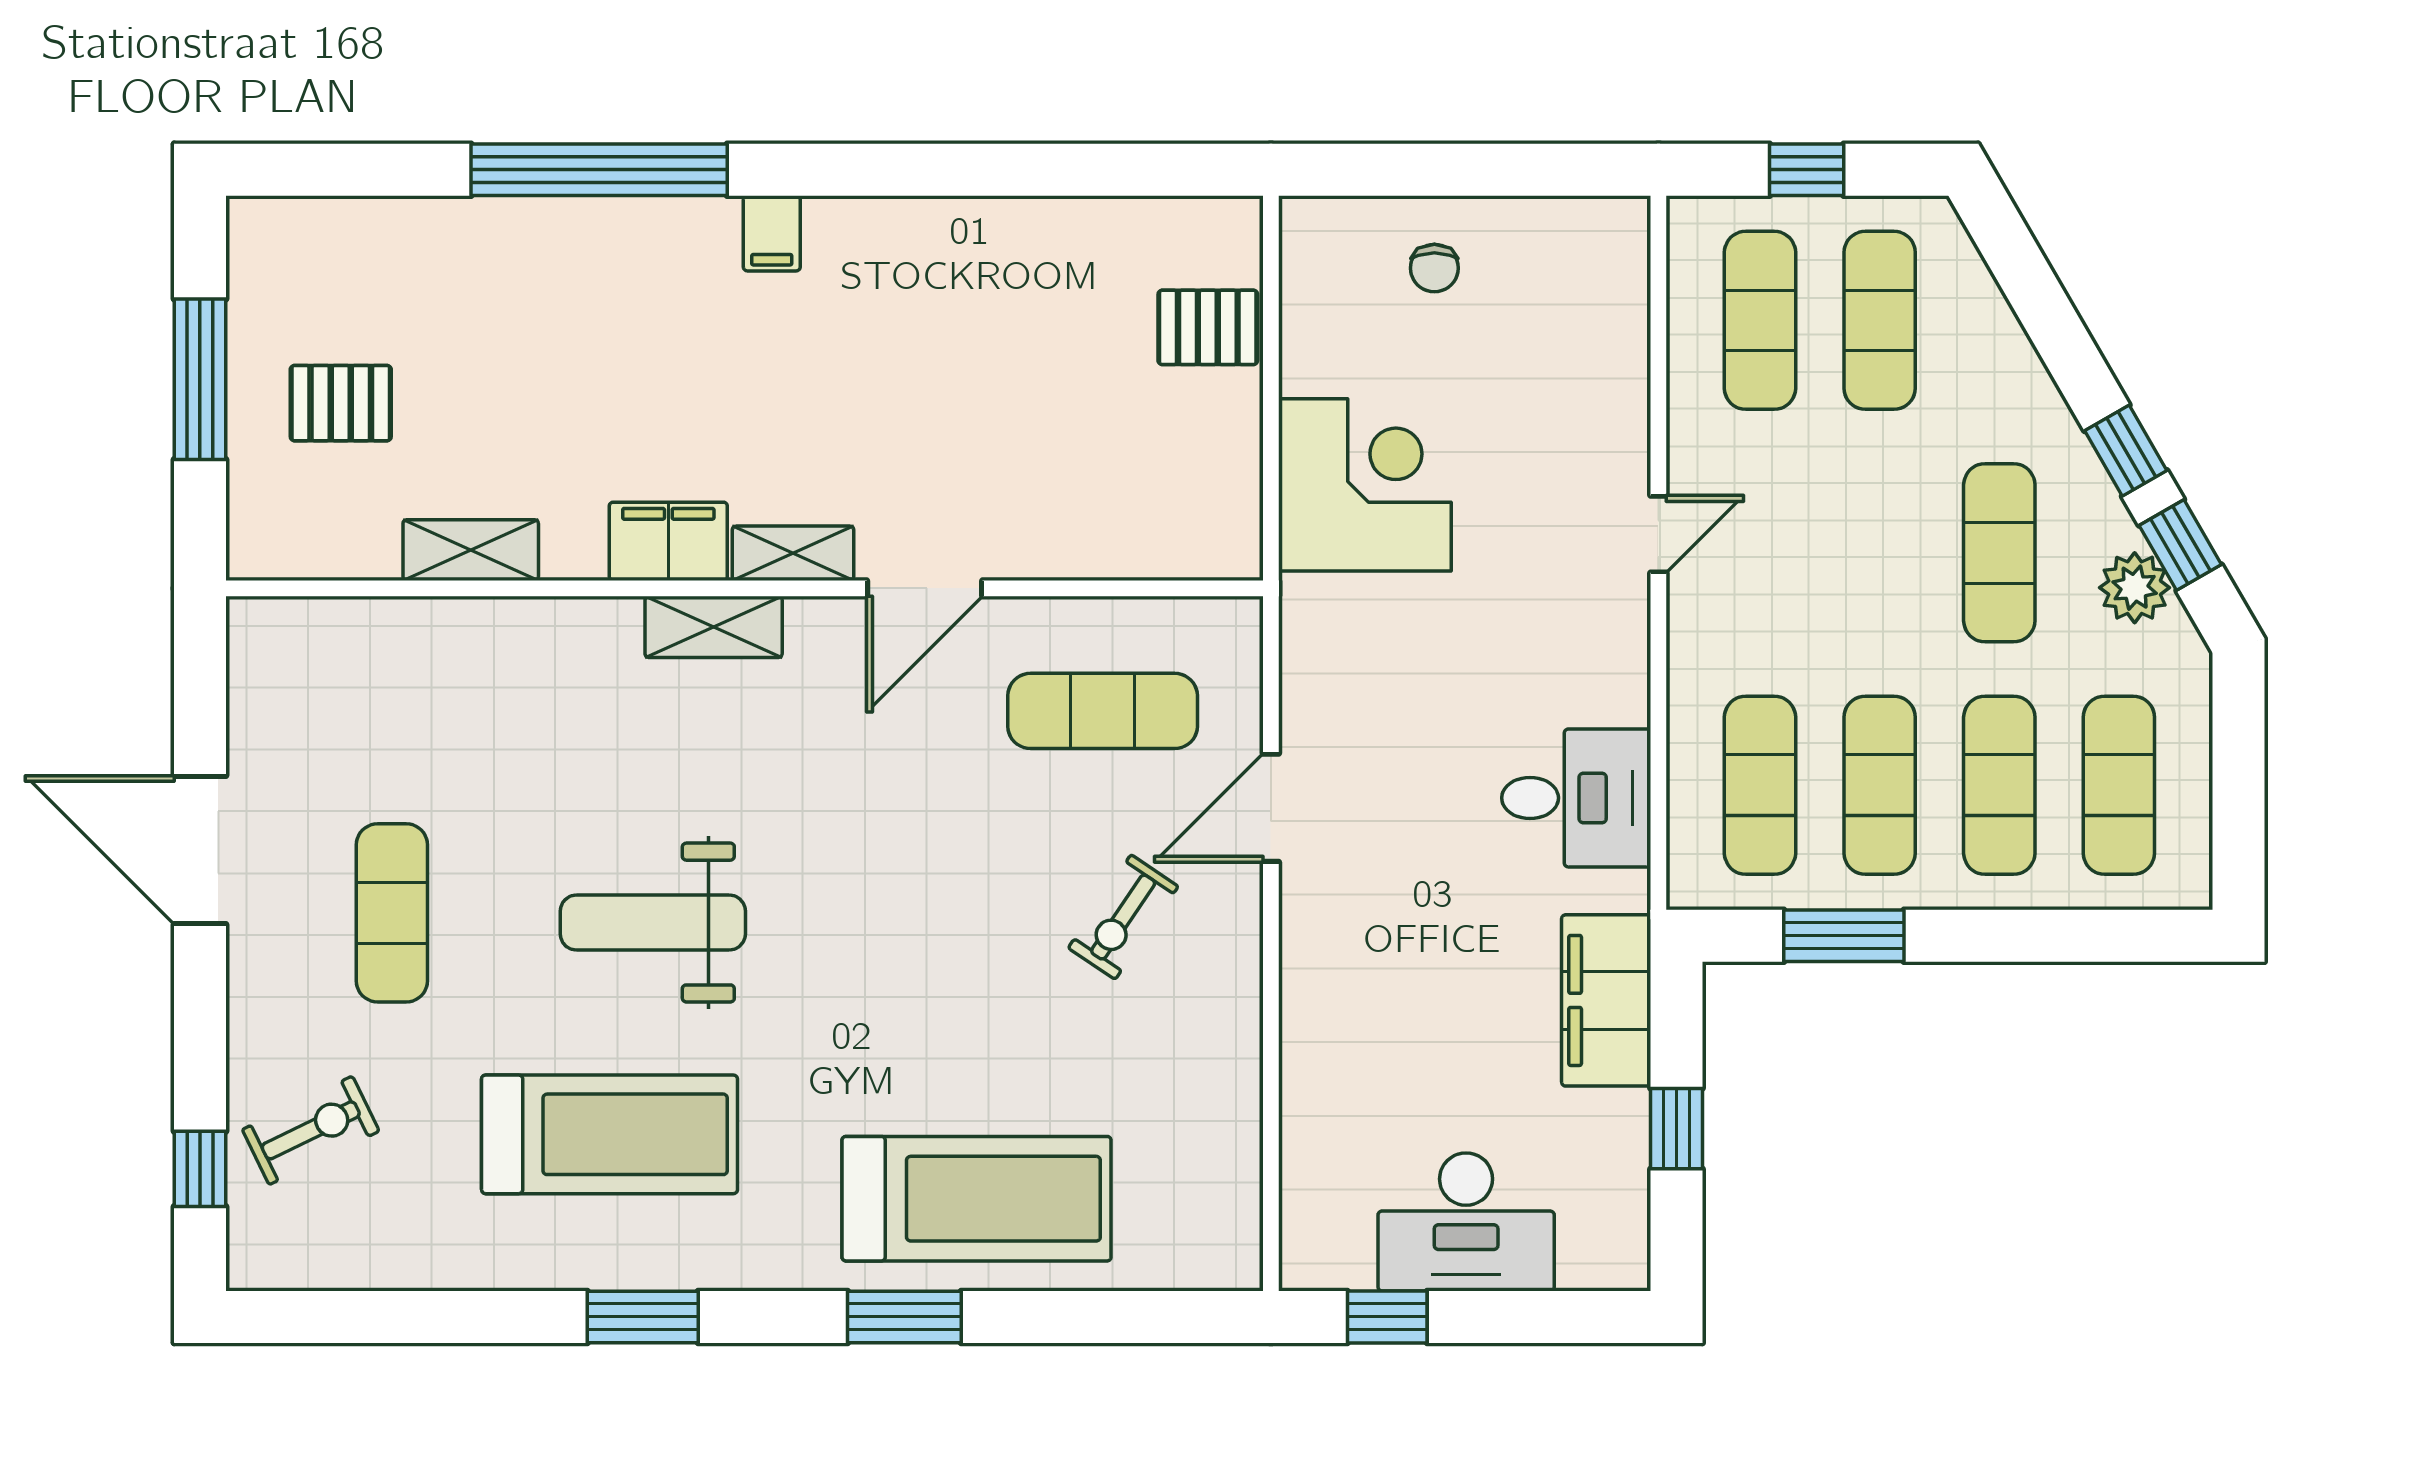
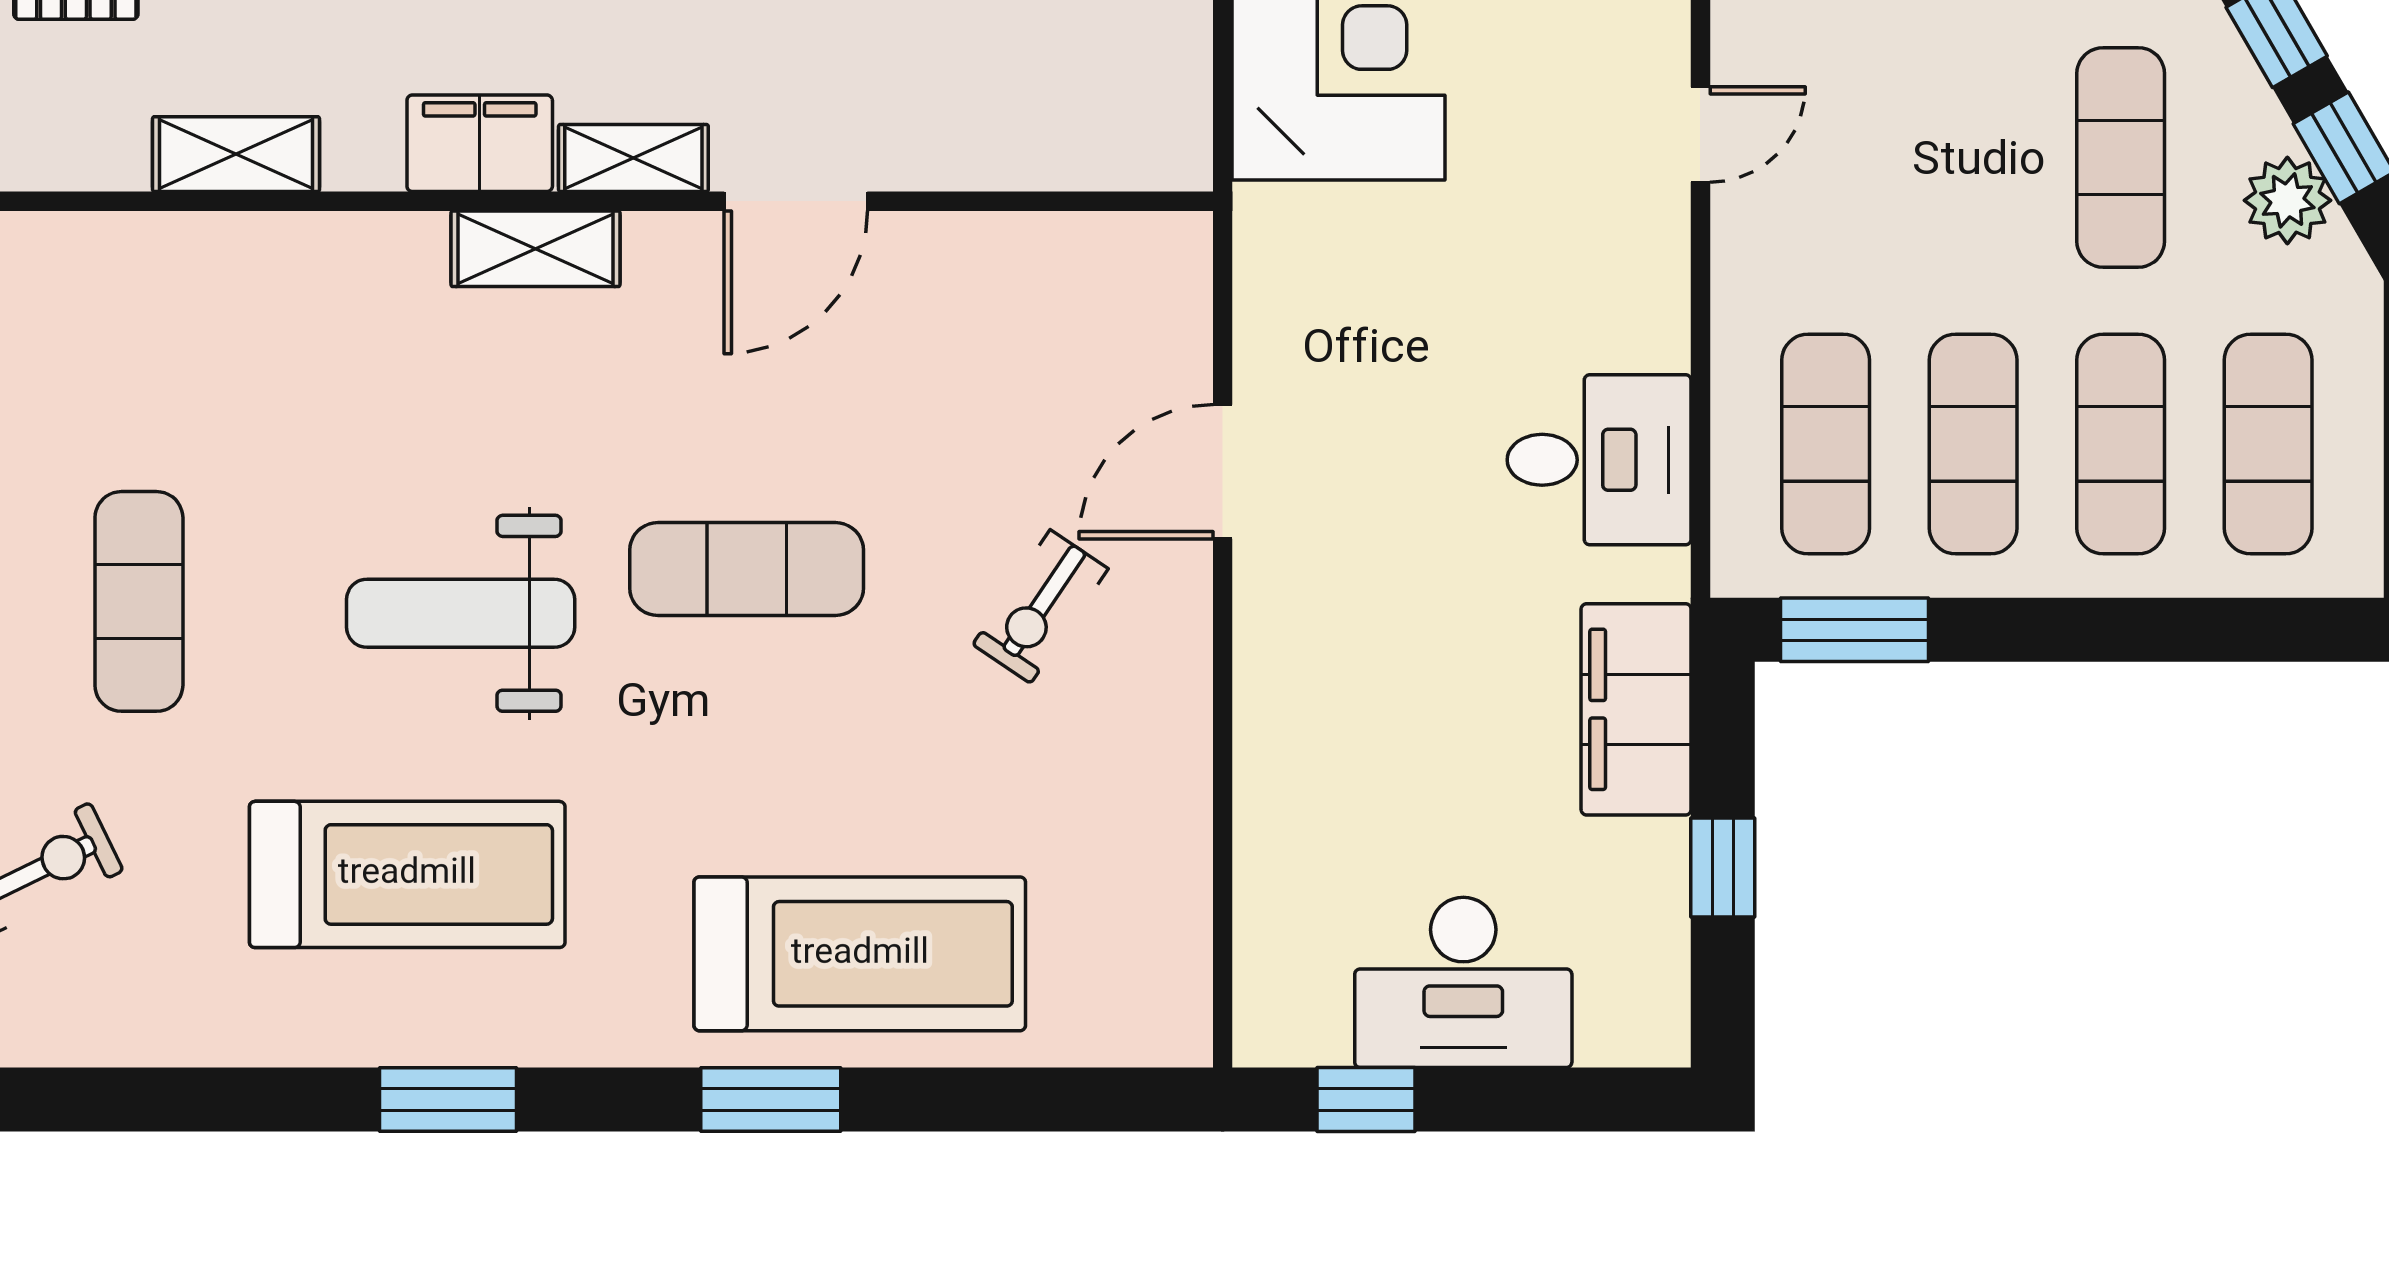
exercise mat: (1103, 711) -> (747, 569), moved
window: (1844, 936) -> (1854, 630), moved

